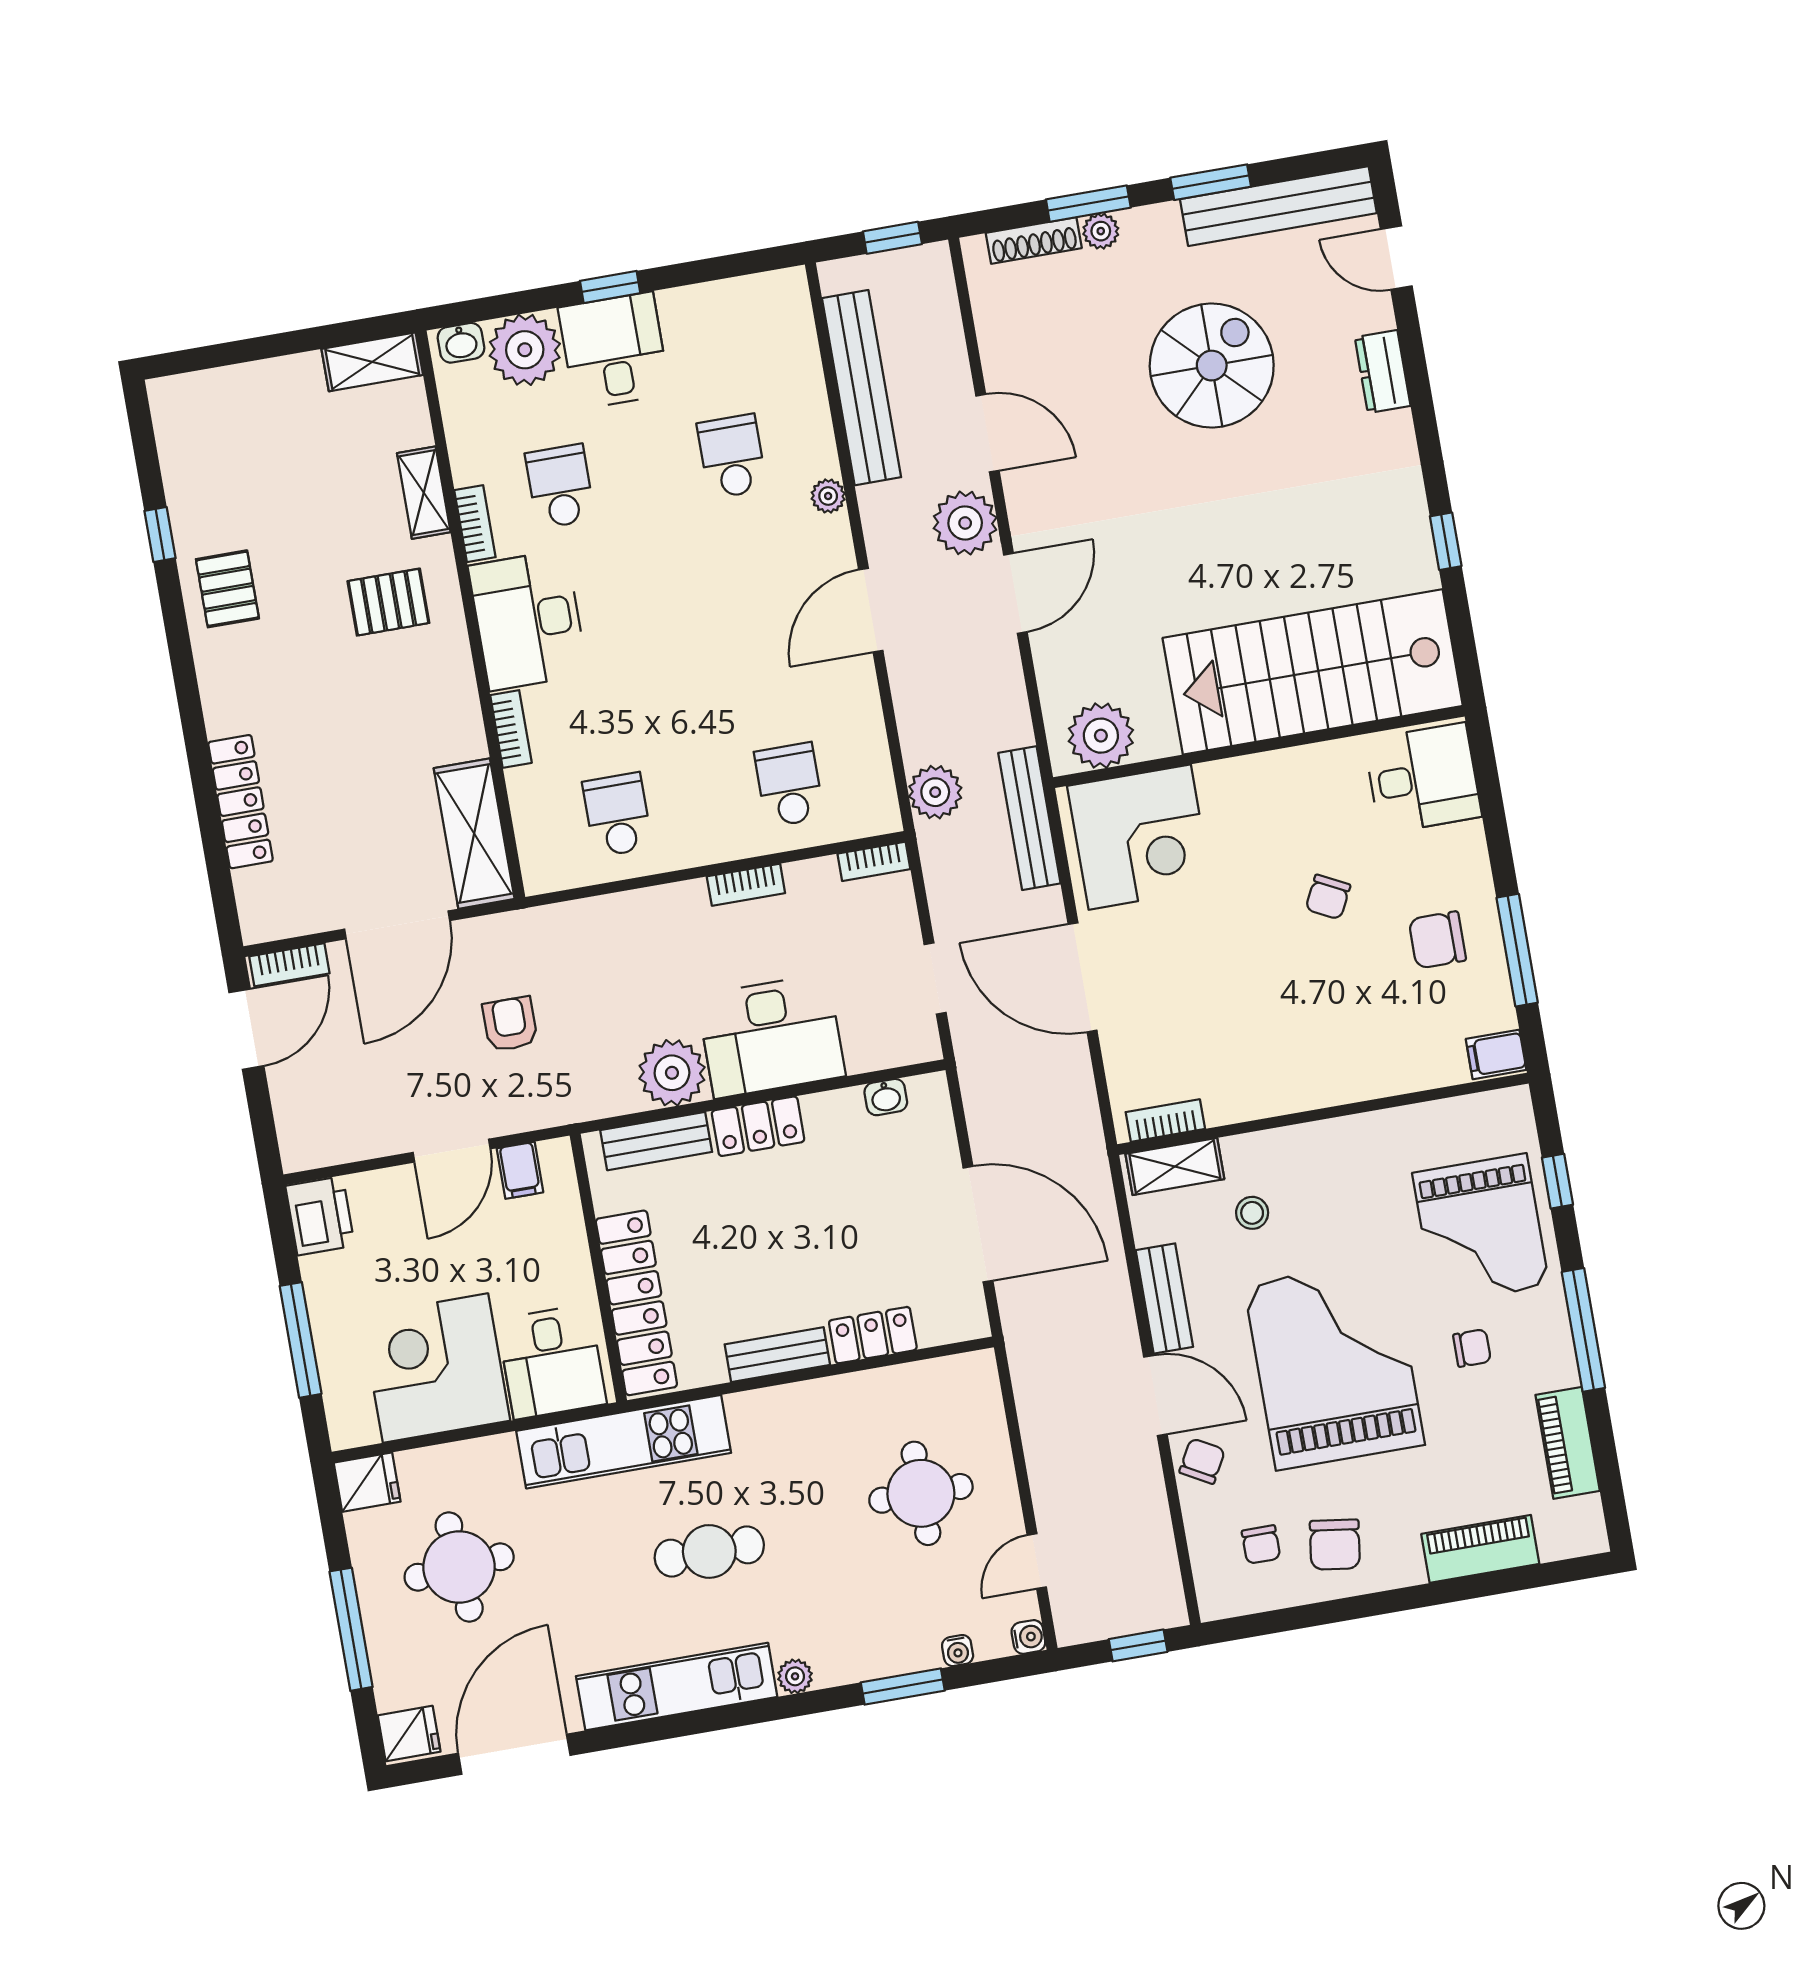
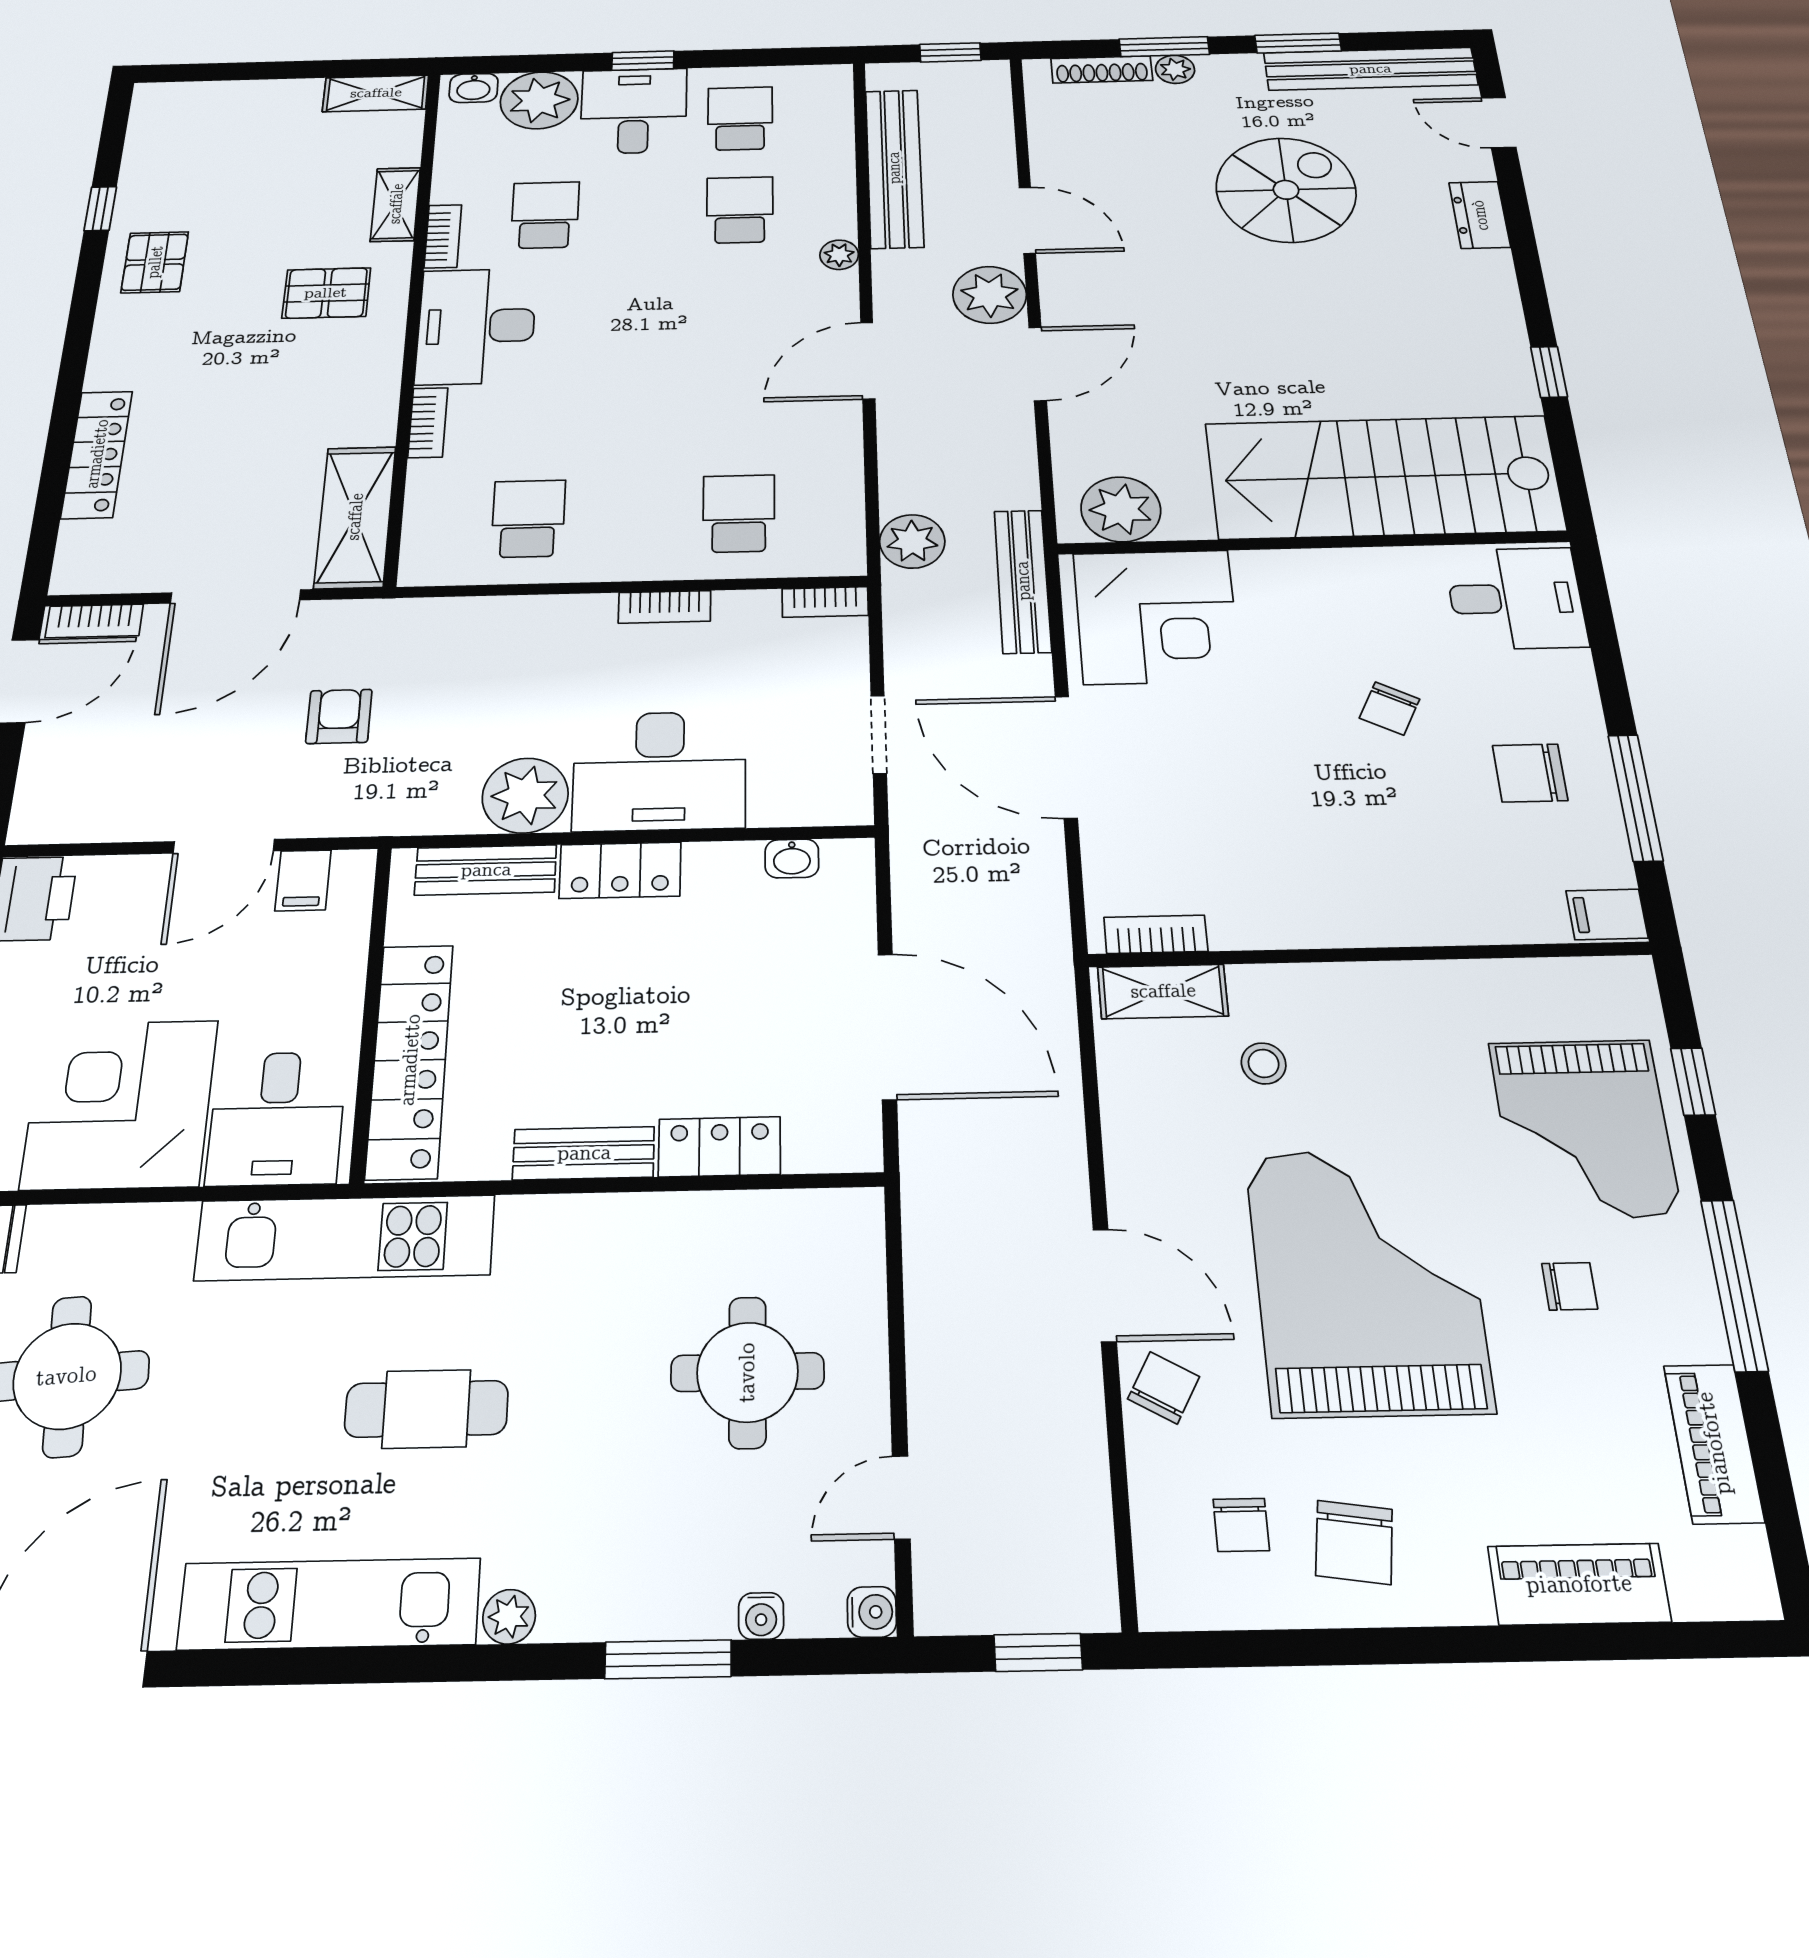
school desk: (713, 347) -> (740, 118), added
bench: (1164, 1299) -> (1131, 1157), removed

